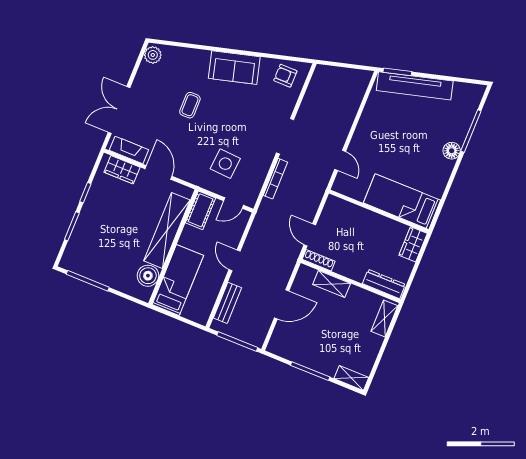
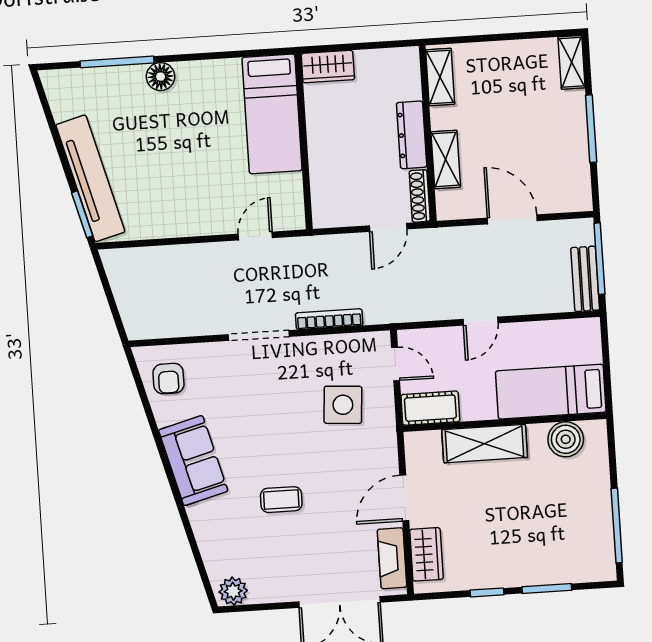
shelving: (167, 230) -> (485, 444), width x0.68
dresser: (384, 284) -> (412, 135), moved
bench: (227, 303) -> (585, 279), moved, turned 90
shelving: (384, 318) -> (440, 77), moved, turned 90

